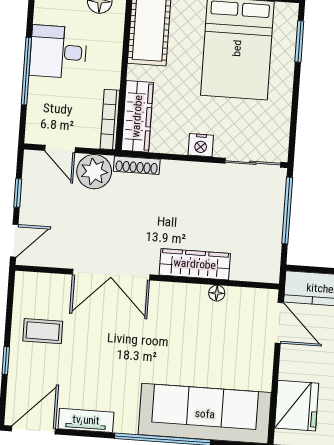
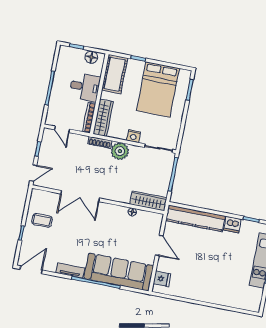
desk: (58, 52) -> (85, 87), moved, turned 180
plant: (94, 172) -> (120, 151), moved
wardrobe: (195, 264) -> (148, 201), moved
door: (279, 323) -> (159, 245), moved
fridge: (297, 406) -> (162, 279), width x0.53, depth x0.75
tv unit: (86, 420) -> (70, 270), moved

